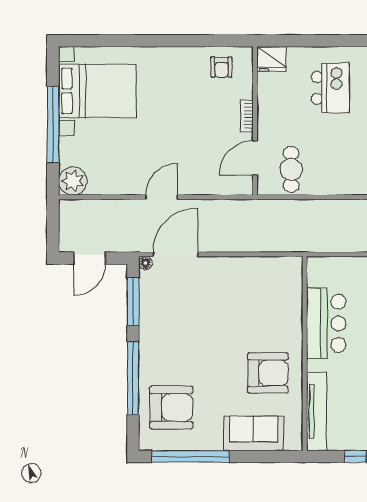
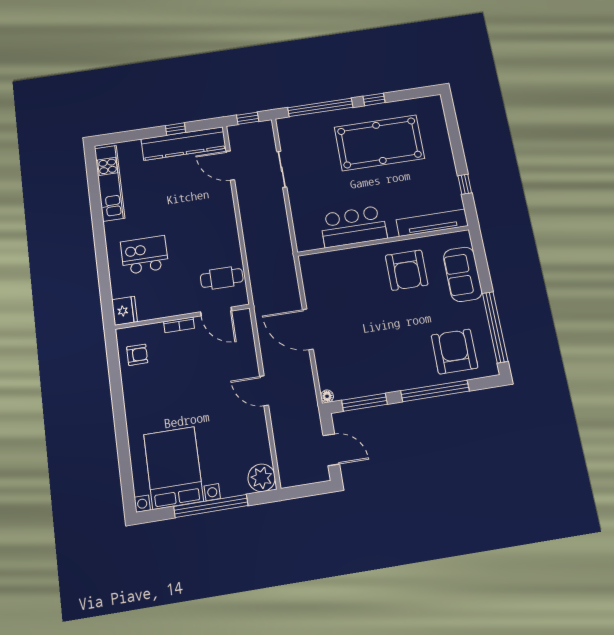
door: (175, 254) -> (308, 329), moved
armchair: (268, 373) -> (407, 270), turned 180

